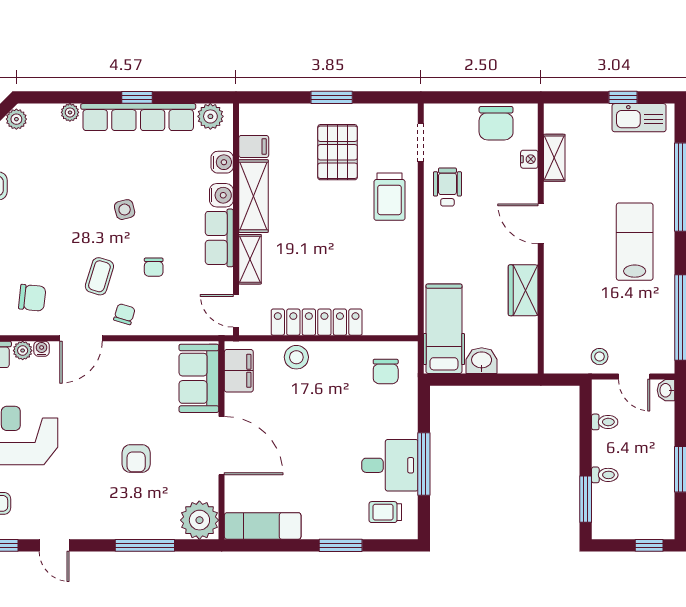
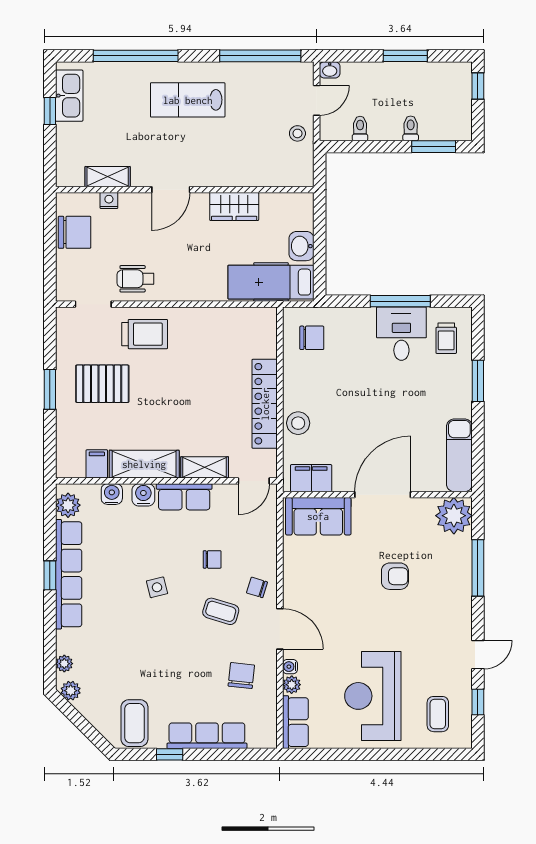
plant: (70, 112) -> (64, 664), moved

